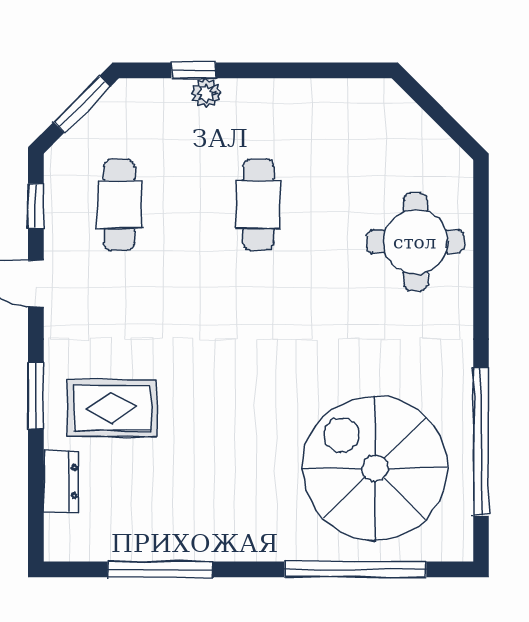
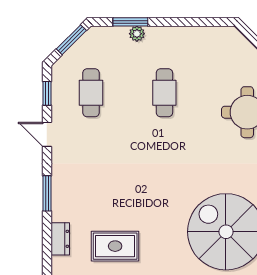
window: (194, 70) -> (130, 22), width x1.50
rug: (112, 408) -> (115, 246), moved

